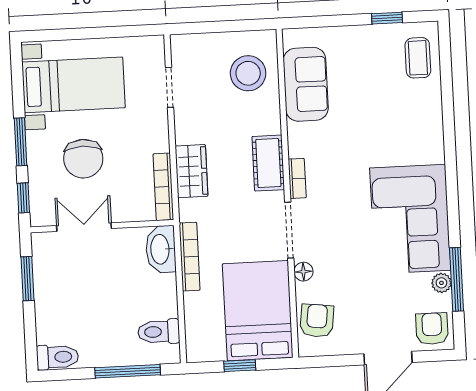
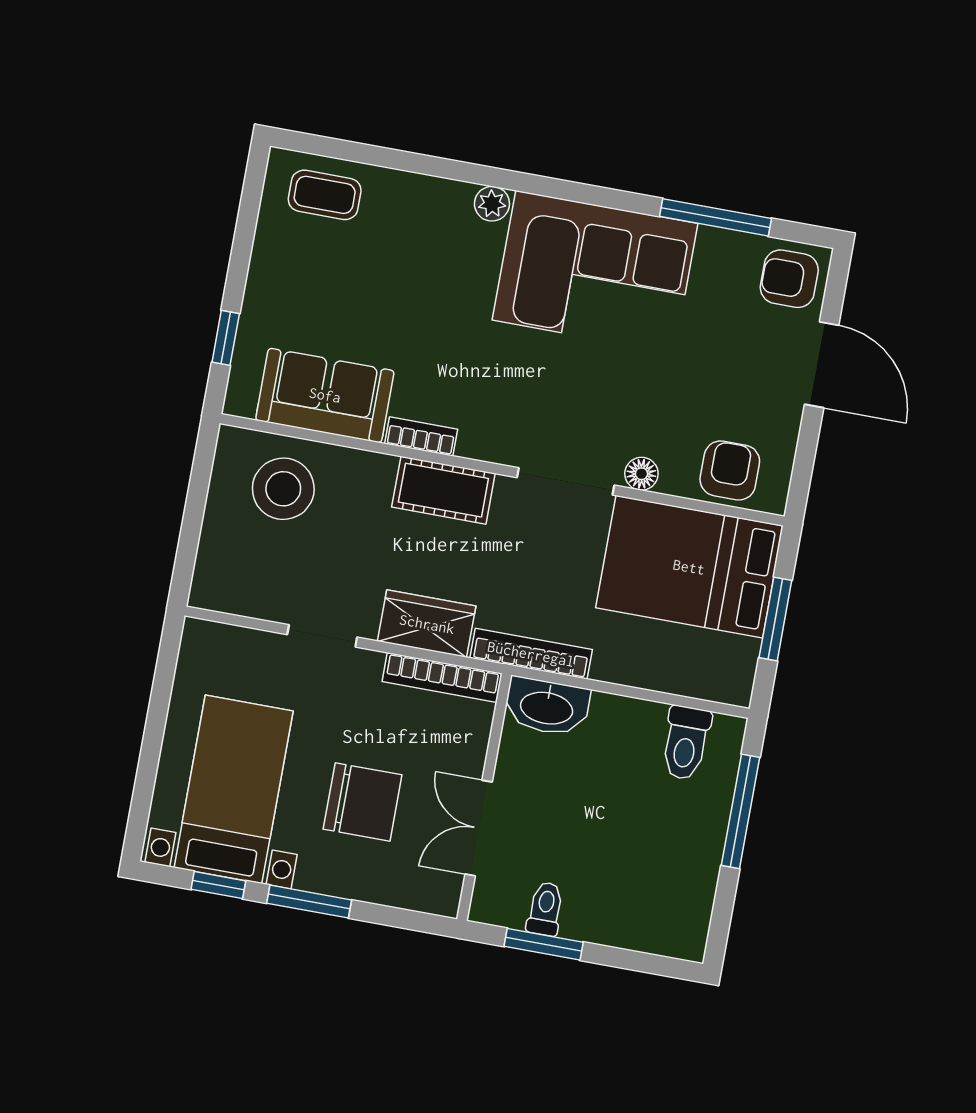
window: (387, 18) -> (226, 338), moved
doorway: (170, 87) -> (322, 636), moved
bookcase: (297, 178) -> (421, 436), moved
window: (23, 198) -> (218, 885), moved
bookcase: (189, 257) -> (531, 654), moved
plant: (441, 283) -> (492, 204), moved
armchair: (317, 321) -> (730, 470), turned 83
toilet: (57, 357) -> (545, 909), moved, width x0.73, depth x0.72
window: (240, 366) -> (775, 619), width x1.50

